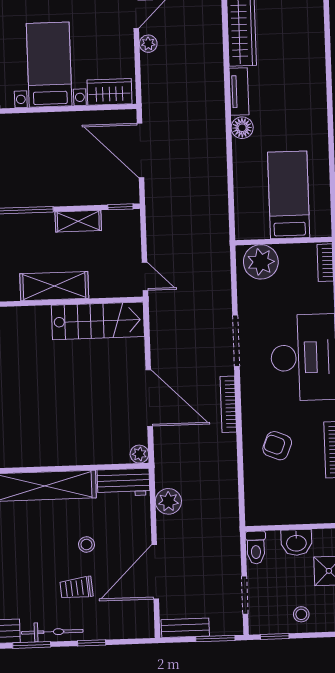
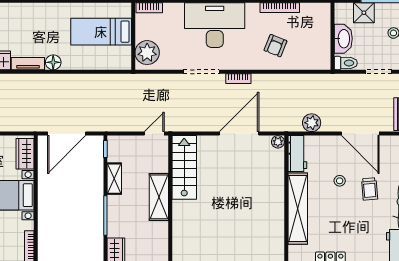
bookcase: (228, 404) -> (238, 79), width x0.64
washbasin: (296, 542) -> (343, 39), width x1.38

